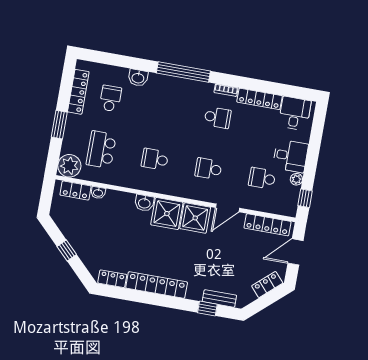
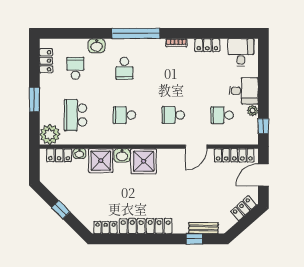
locker: (78, 92) -> (46, 61), width x0.66
locker: (259, 99) -> (207, 45), width x0.66
school desk: (218, 118) -> (124, 68), moved, turned 90
shower: (195, 218) -> (101, 161), moved

